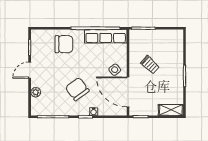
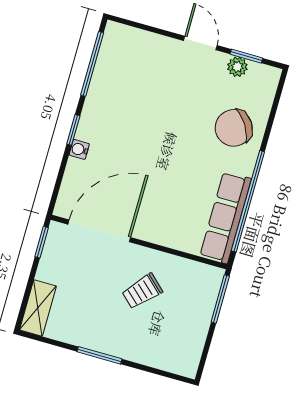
chair: (64, 44) -> (234, 128), turned 57
side table: (115, 70) -> (152, 217), removed
chair: (77, 89) -> (134, 129), removed
plant: (36, 92) -> (237, 67), moved

